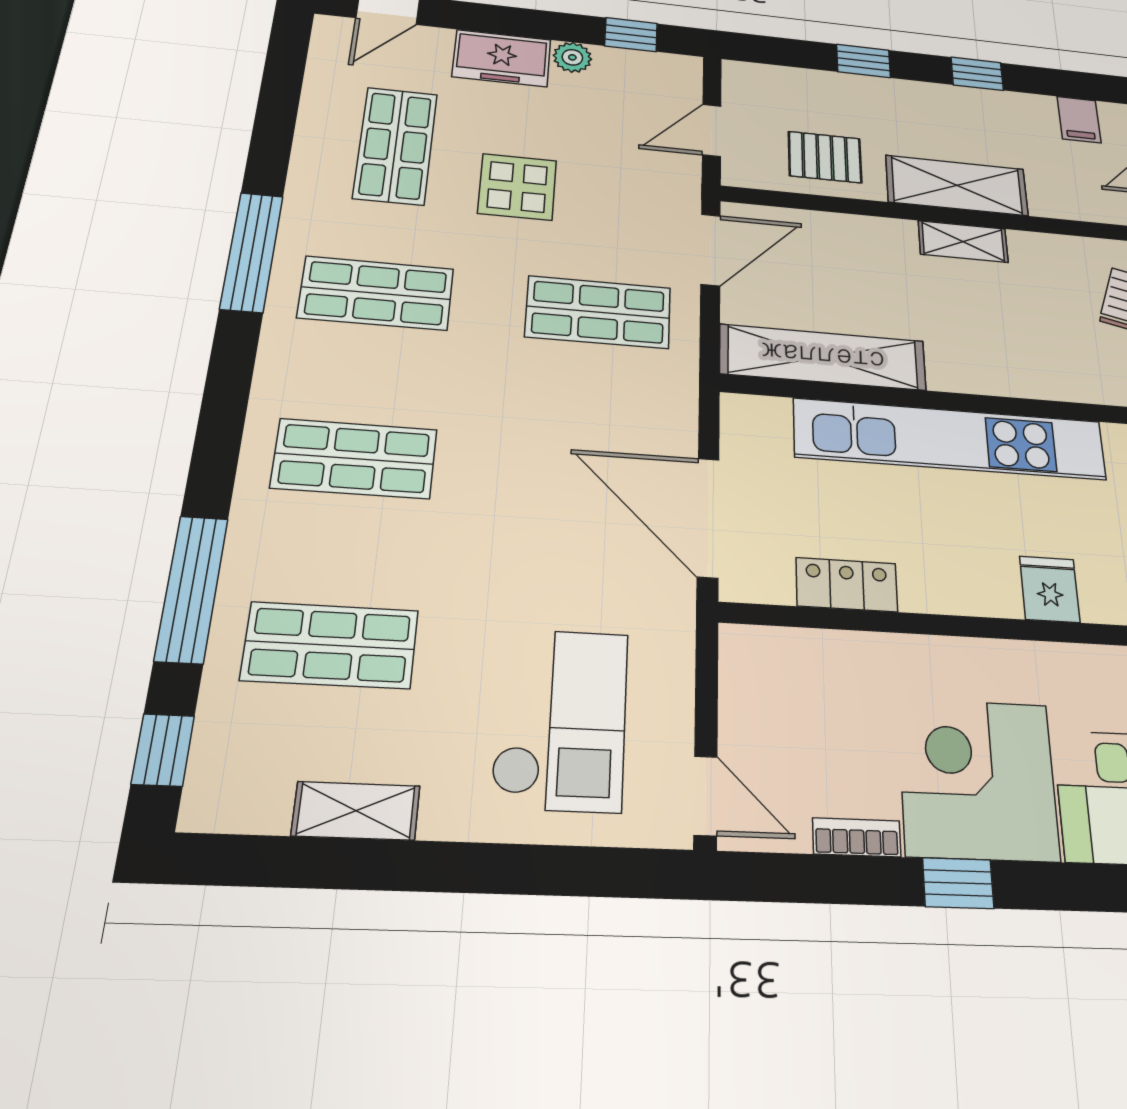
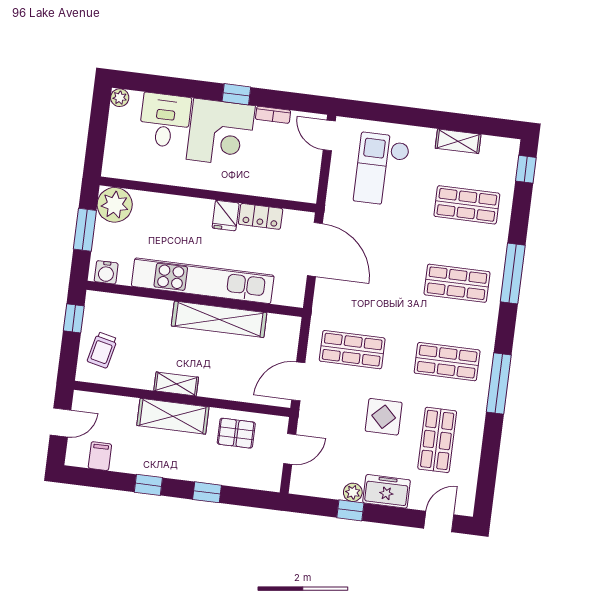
window: (631, 35) -> (350, 510), moved
shelving: (823, 357) -> (219, 319), moved
window: (192, 589) -> (513, 273), moved
fridge: (1050, 589) -> (226, 216), moved

